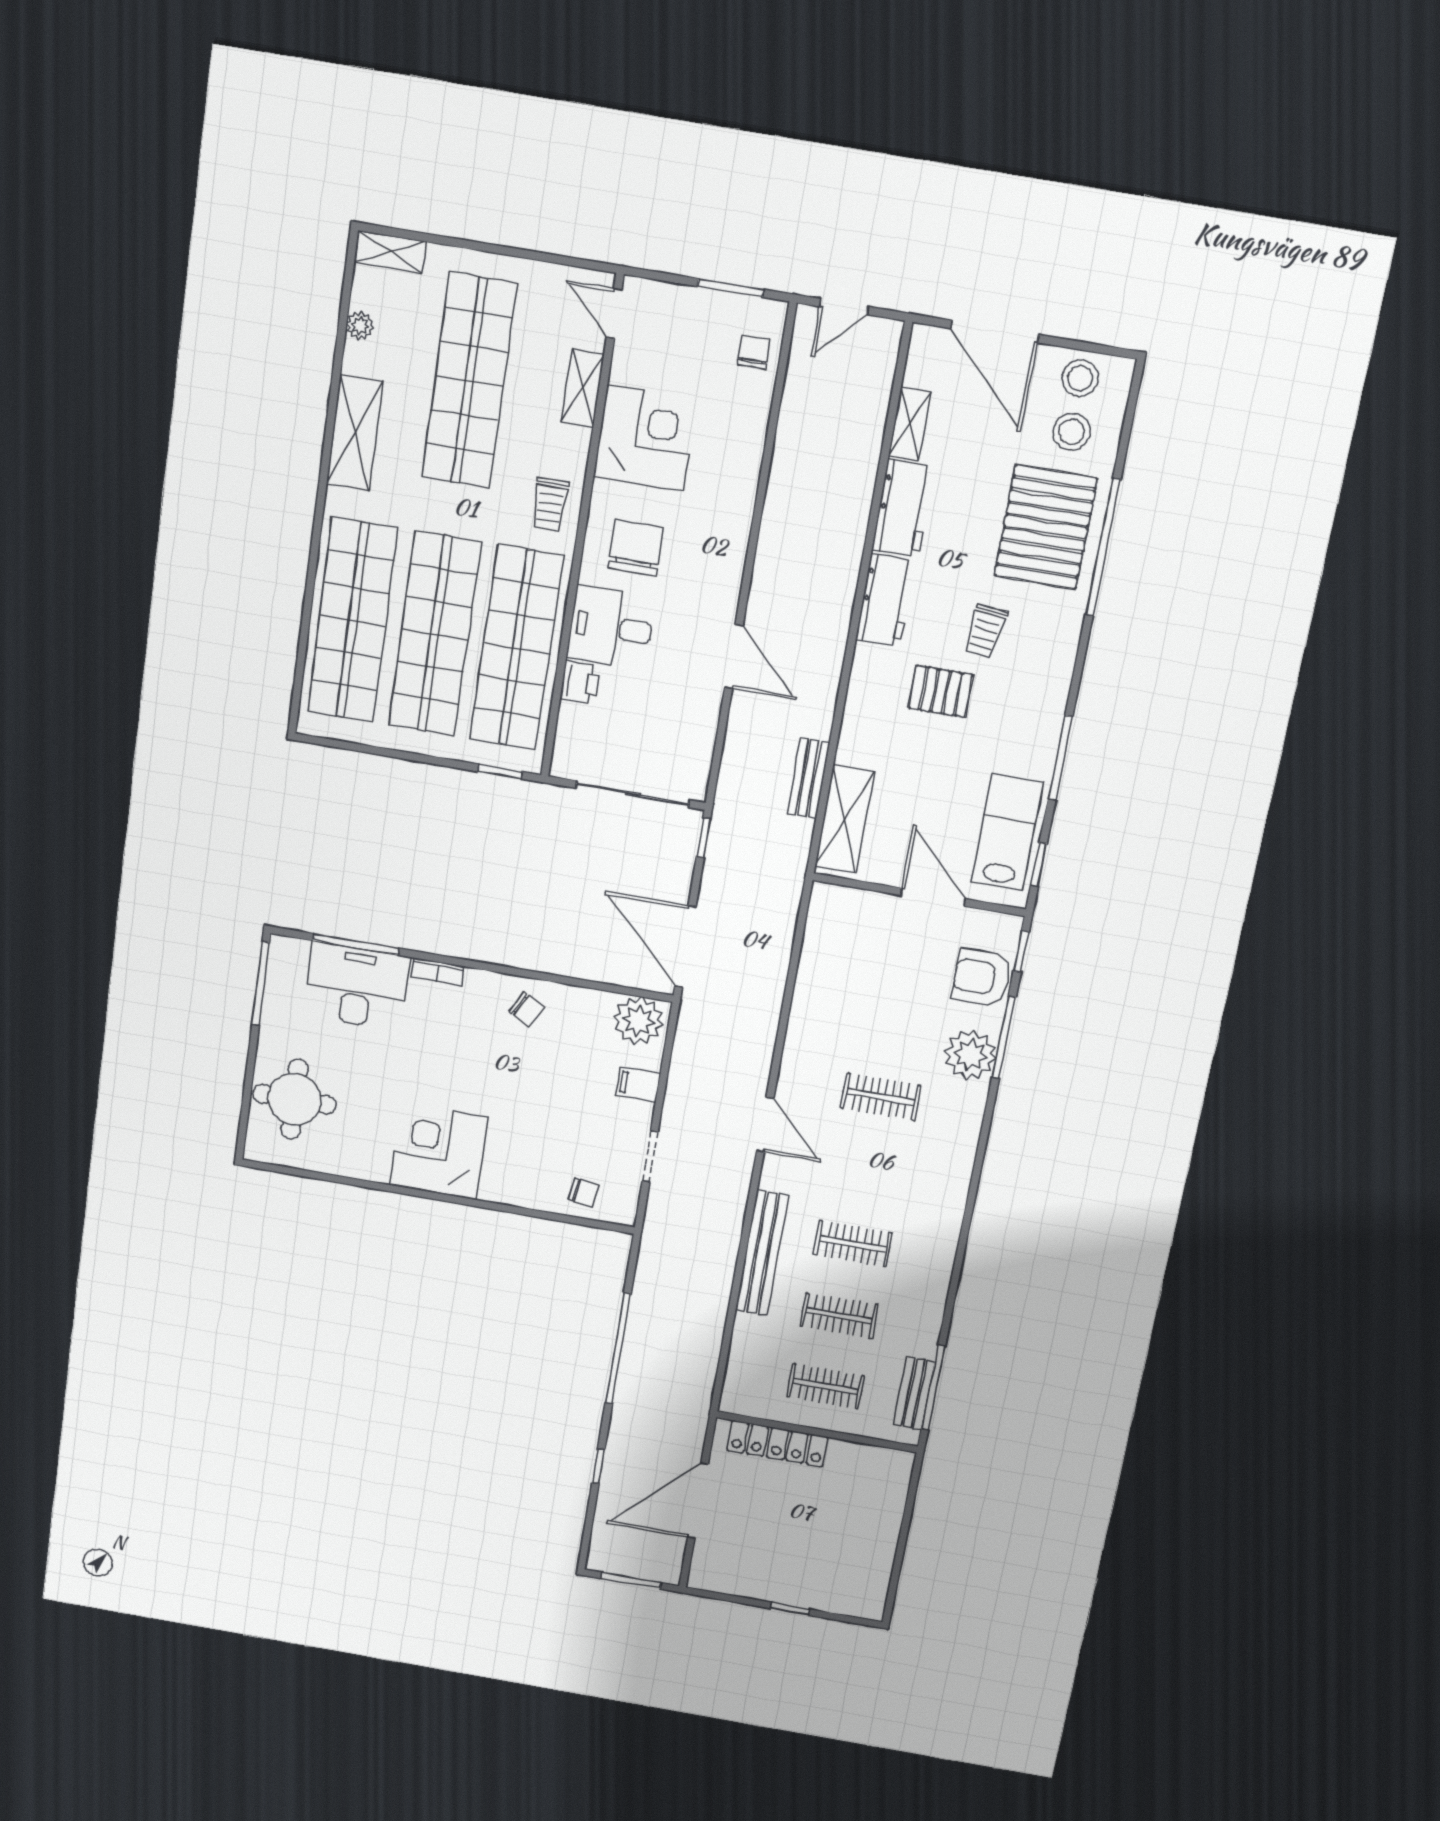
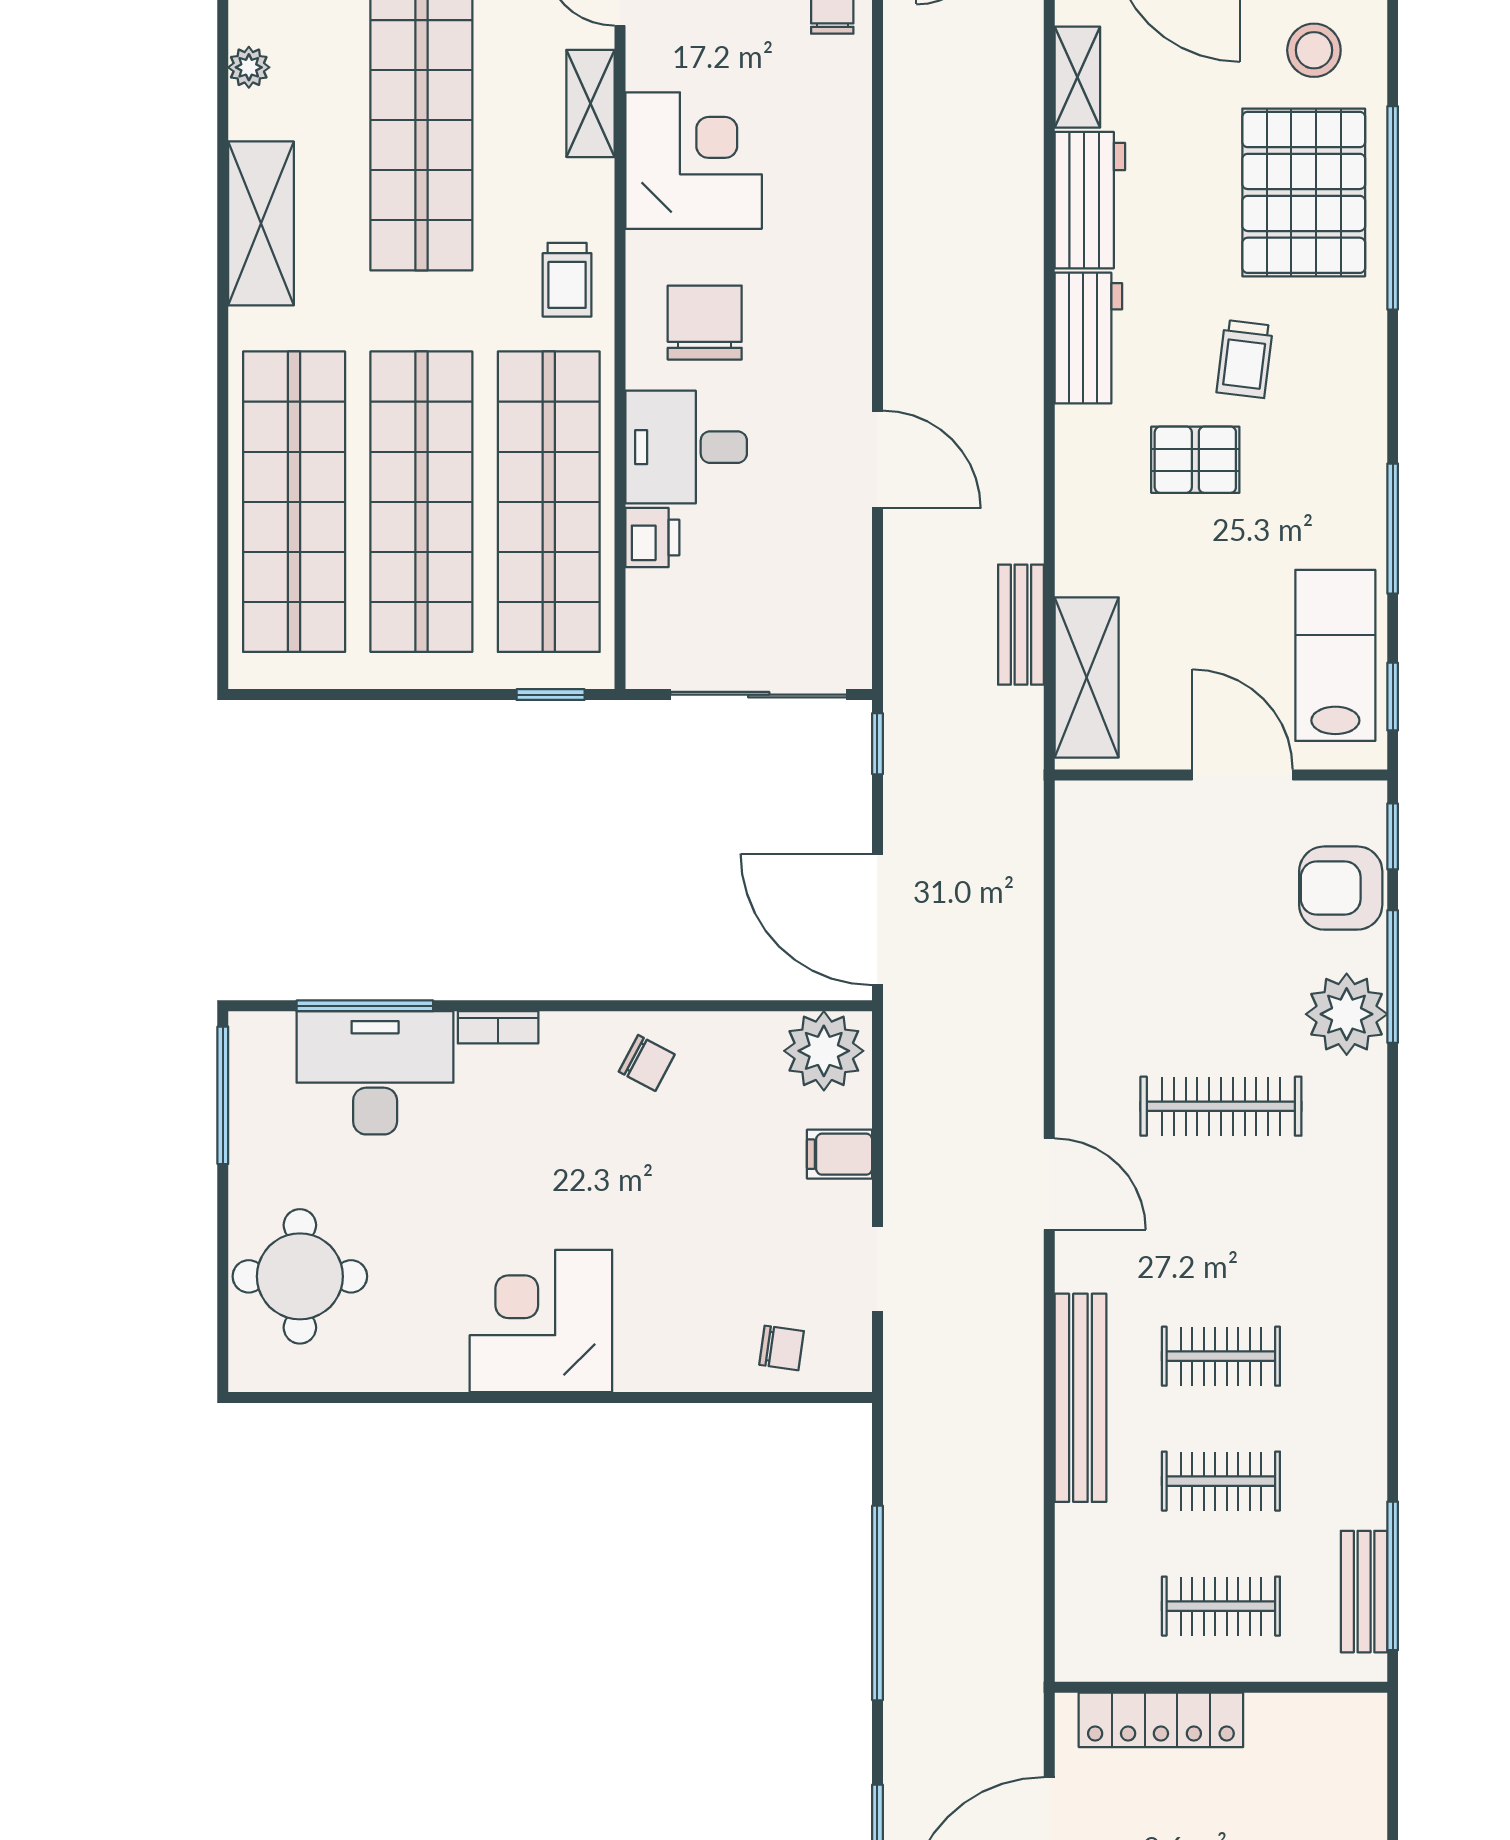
clothes rail: (881, 1097) -> (1221, 1106), width x1.36

